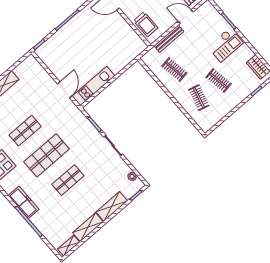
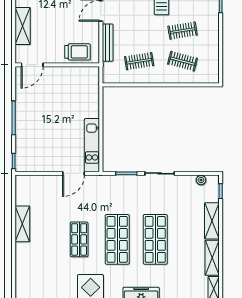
door: (65, 90) -> (73, 173), swing flipped
shop shelf: (68, 180) -> (155, 239), width x1.43, depth x1.36

